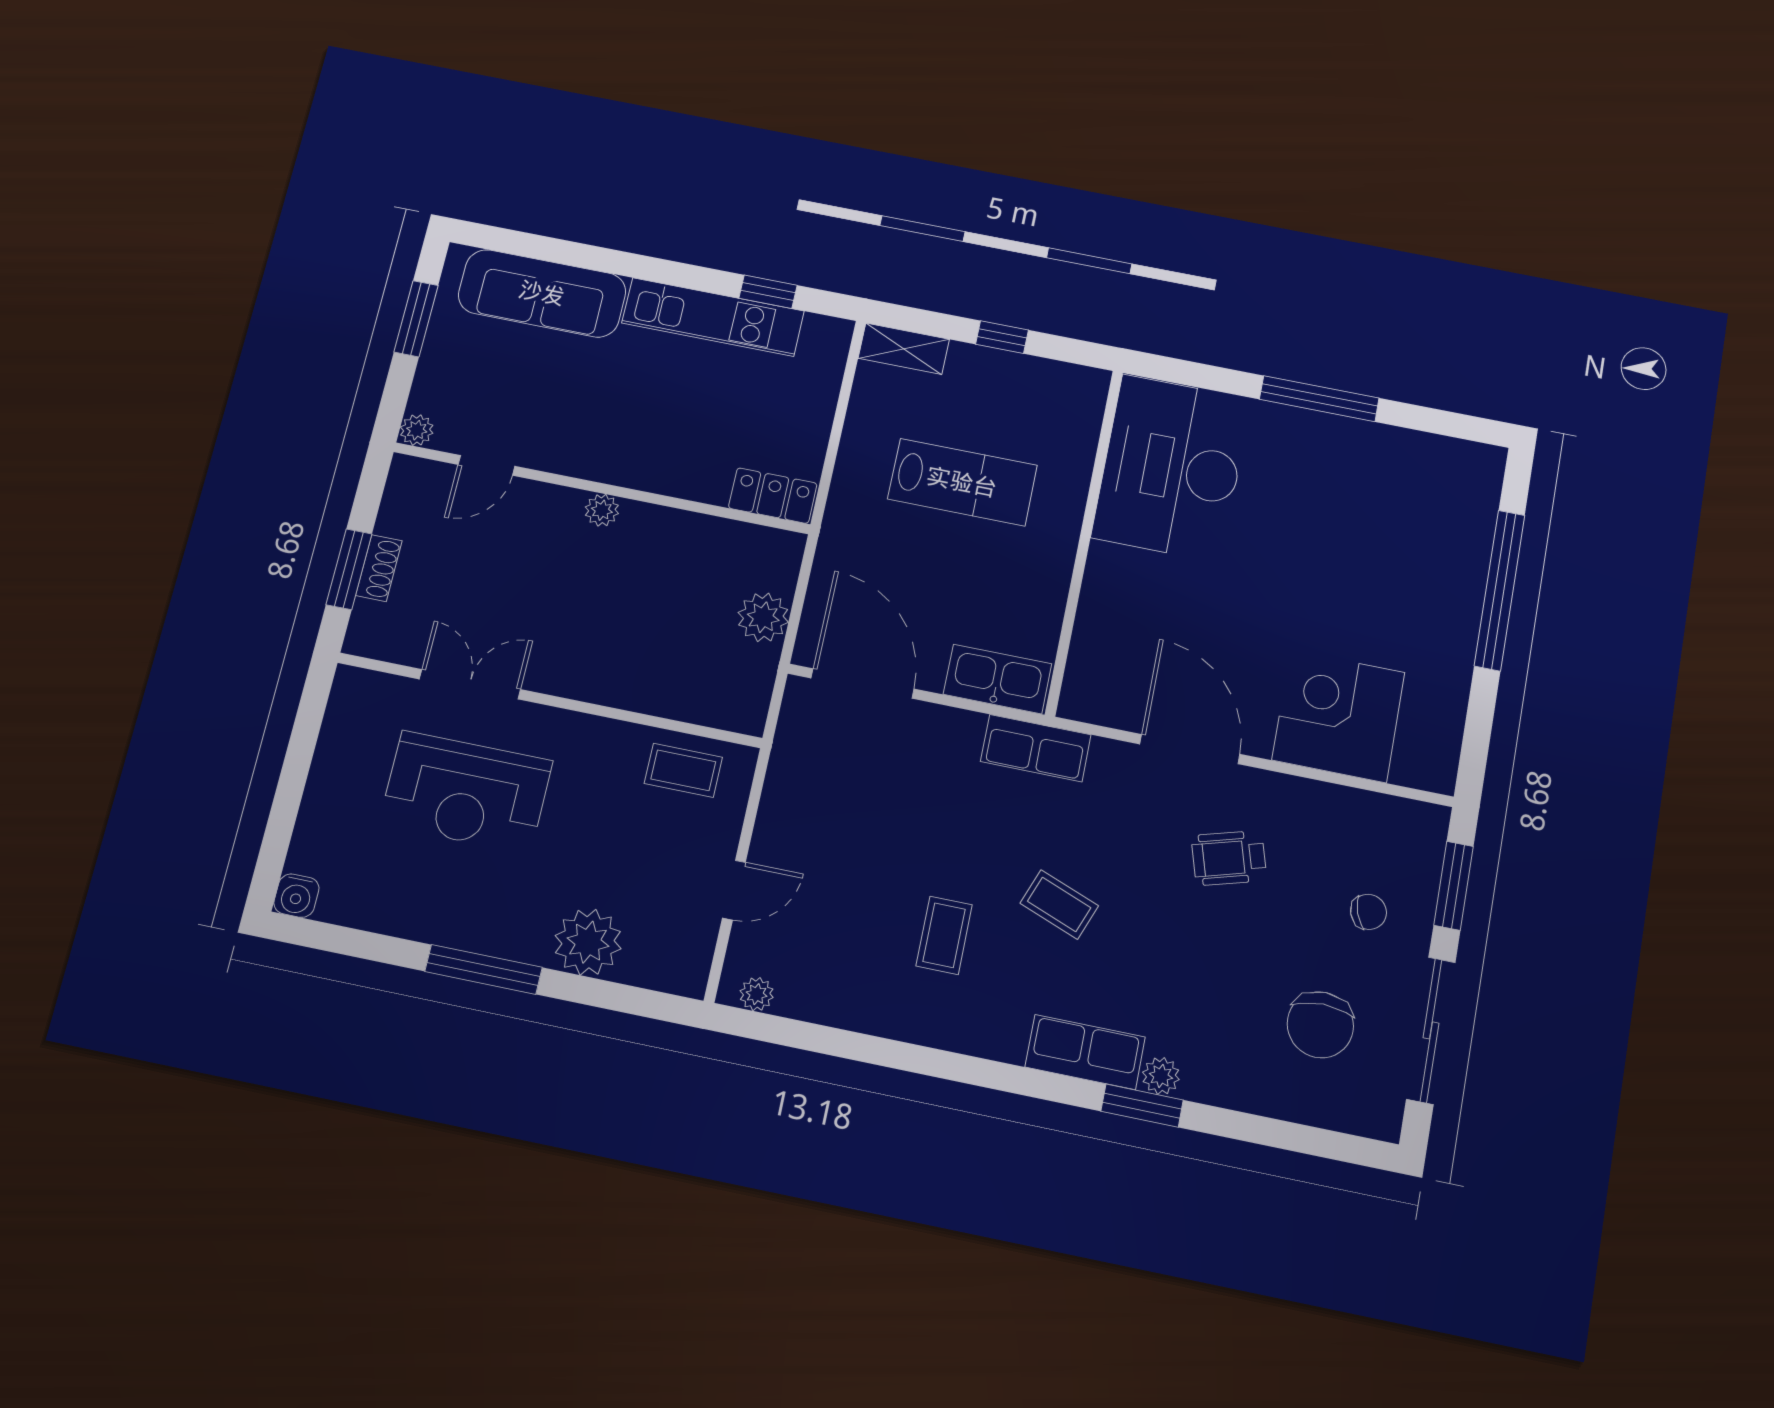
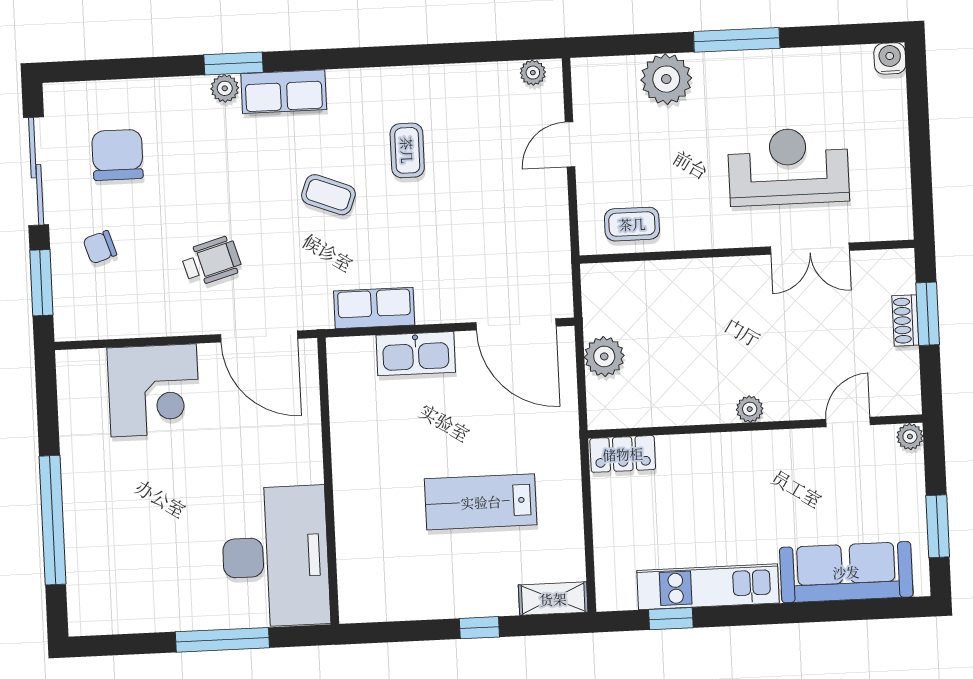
desk: (1171, 468) -> (275, 556), moved
wall: (1084, 541) -> (328, 481), moved

